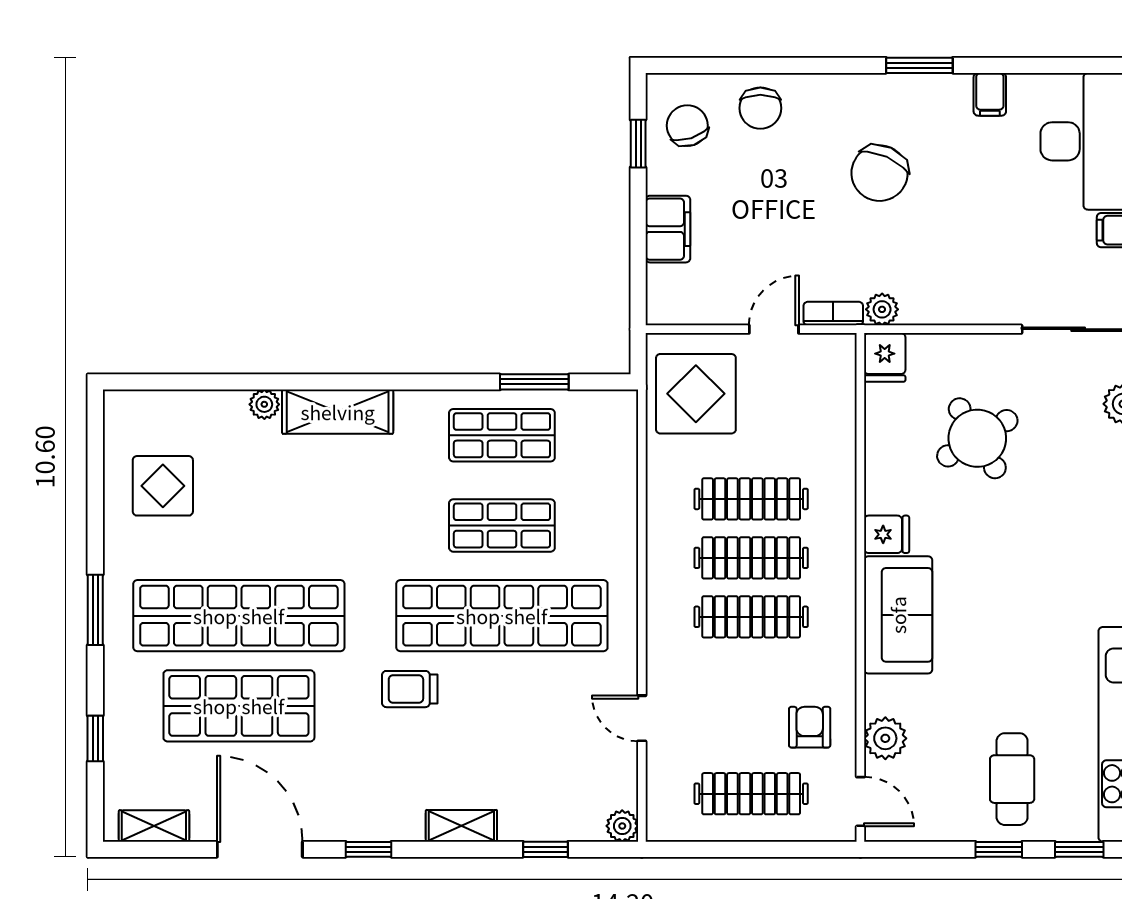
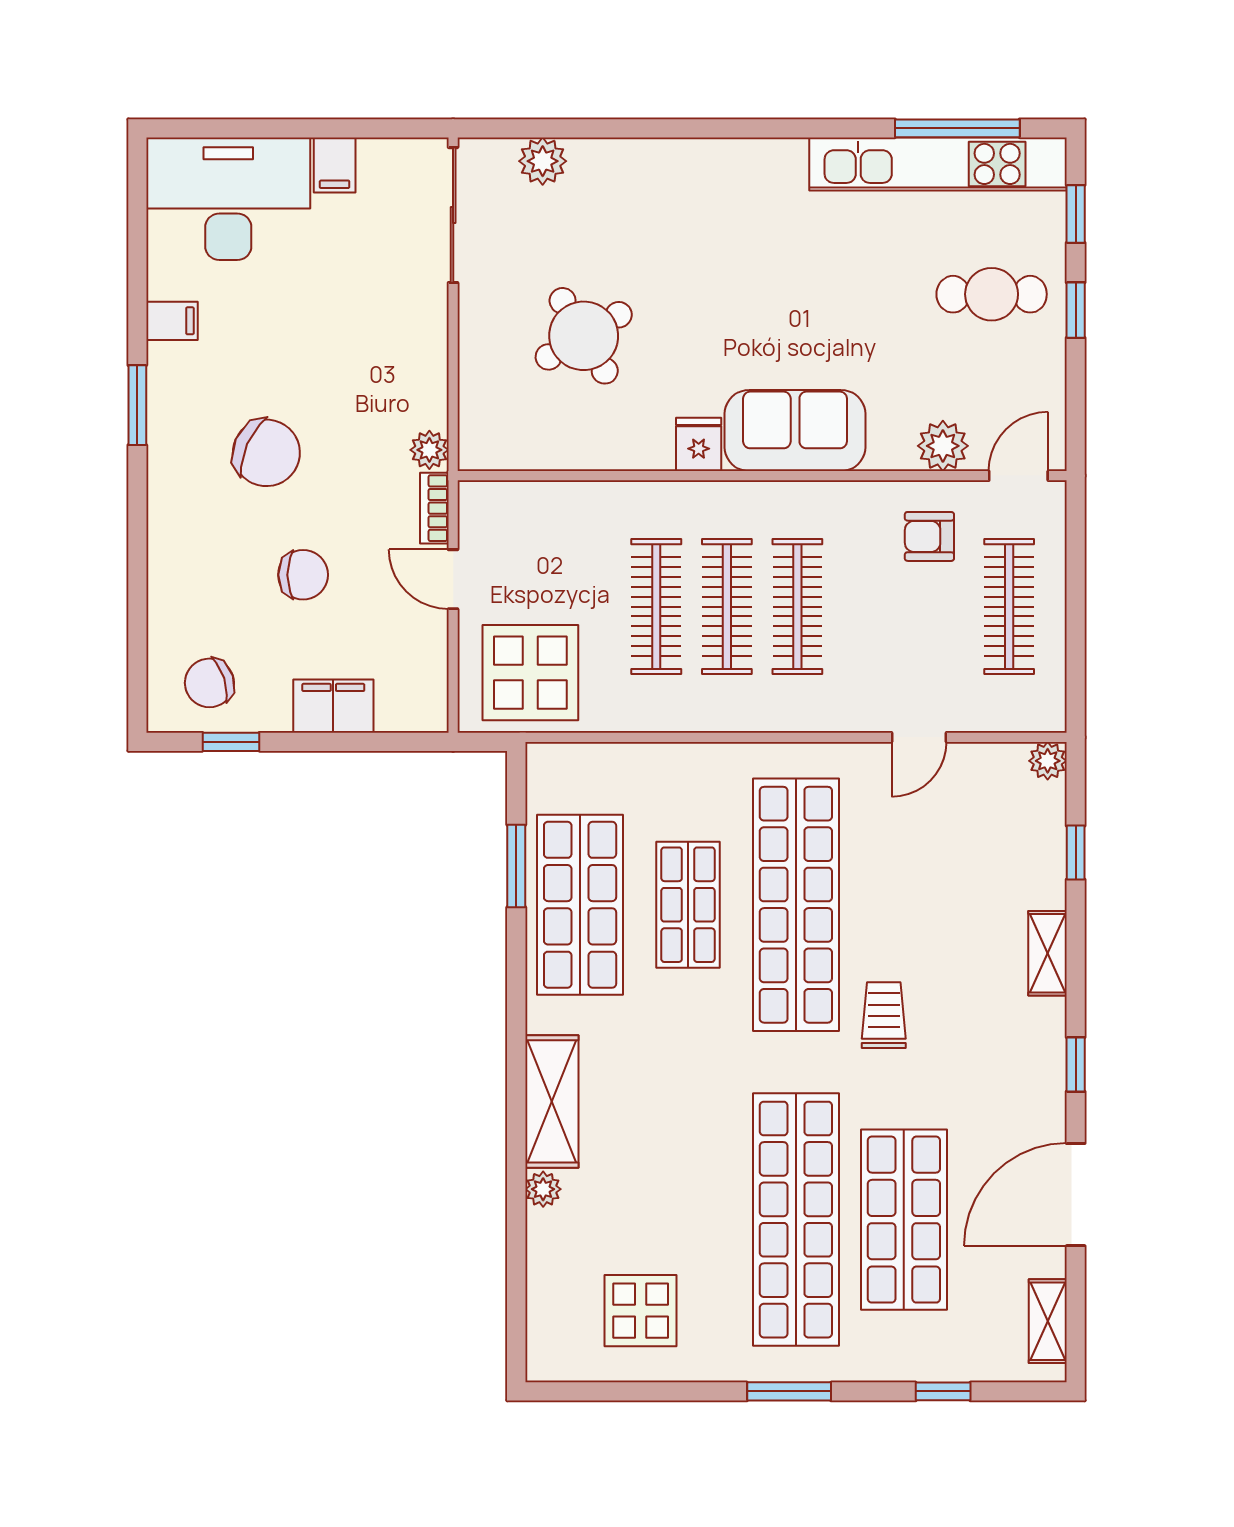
chair: (760, 108) -> (303, 575), moved
fridge: (885, 357) -> (487, 447), removed
shop shelf: (502, 435) -> (580, 905), width x1.43, depth x1.36
trolley: (410, 689) -> (884, 1015), turned 180

